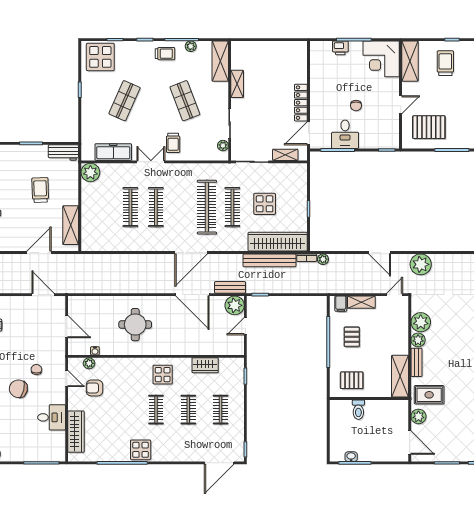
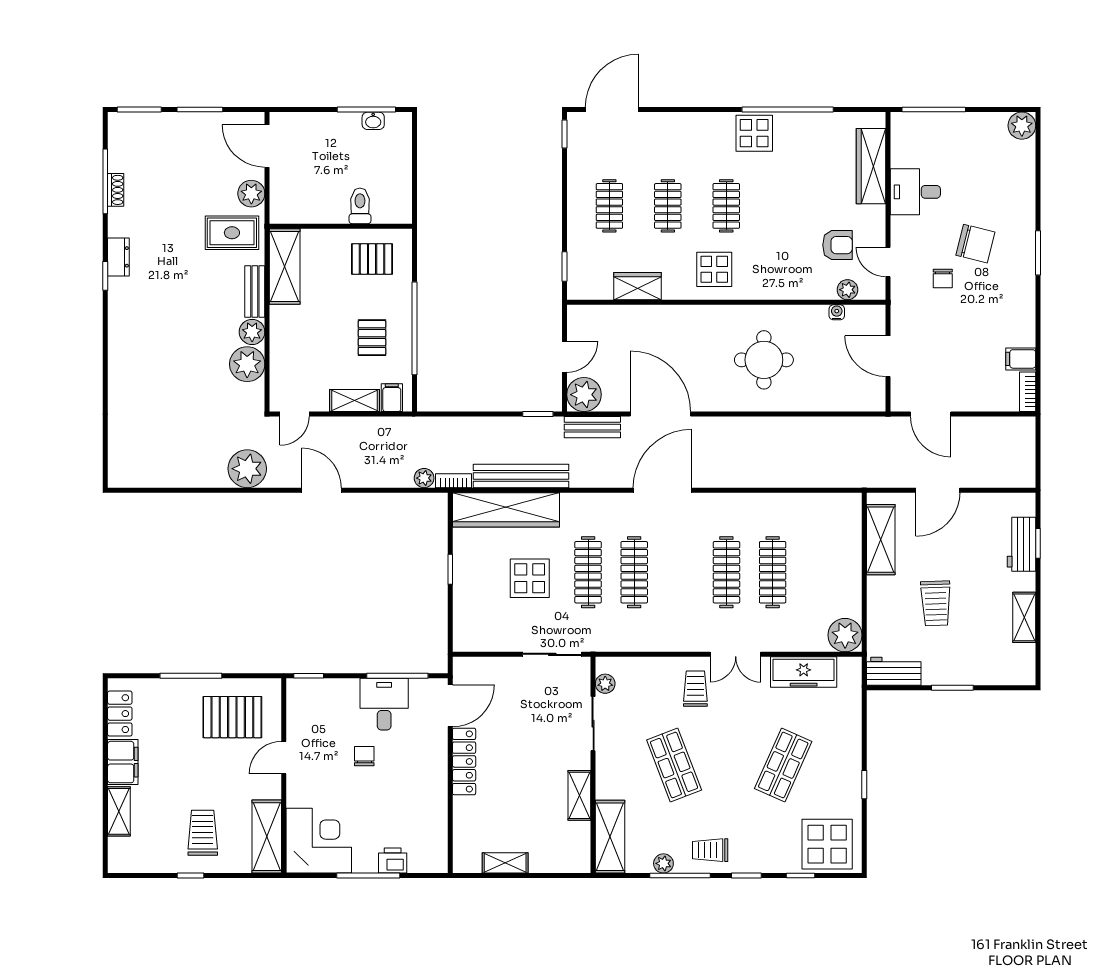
trolley: (445, 63) -> (203, 833), turned 180
shelving: (285, 155) -> (505, 863), moved
clothes rail: (207, 207) -> (634, 572), width x0.73, depth x0.76

